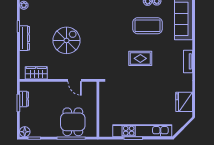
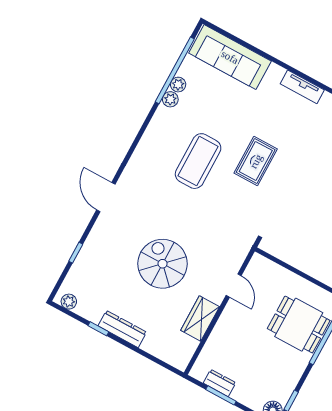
coffee table: (148, 26) -> (198, 161), moved
wardrobe: (36, 73) -> (200, 318), moved
door: (75, 80) -> (234, 286), hinge flipped

